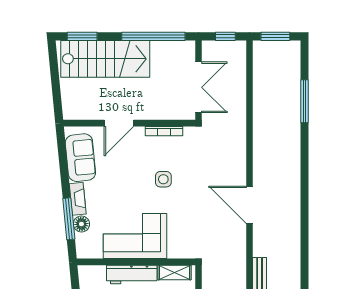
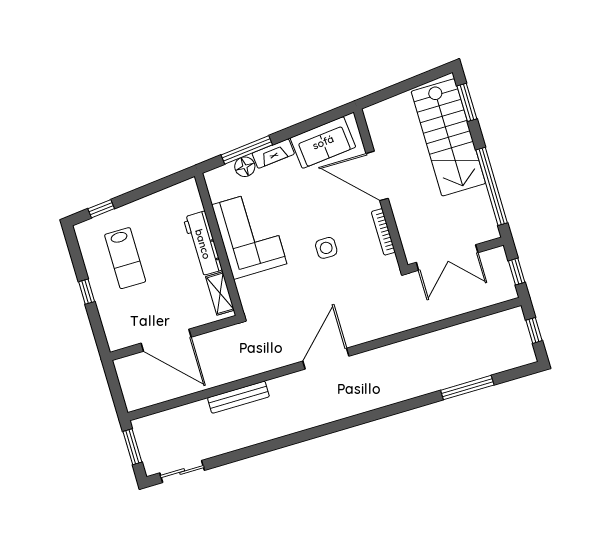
window: (275, 36) -> (534, 330), width x0.67
door: (119, 123) -> (377, 176), width x1.36

